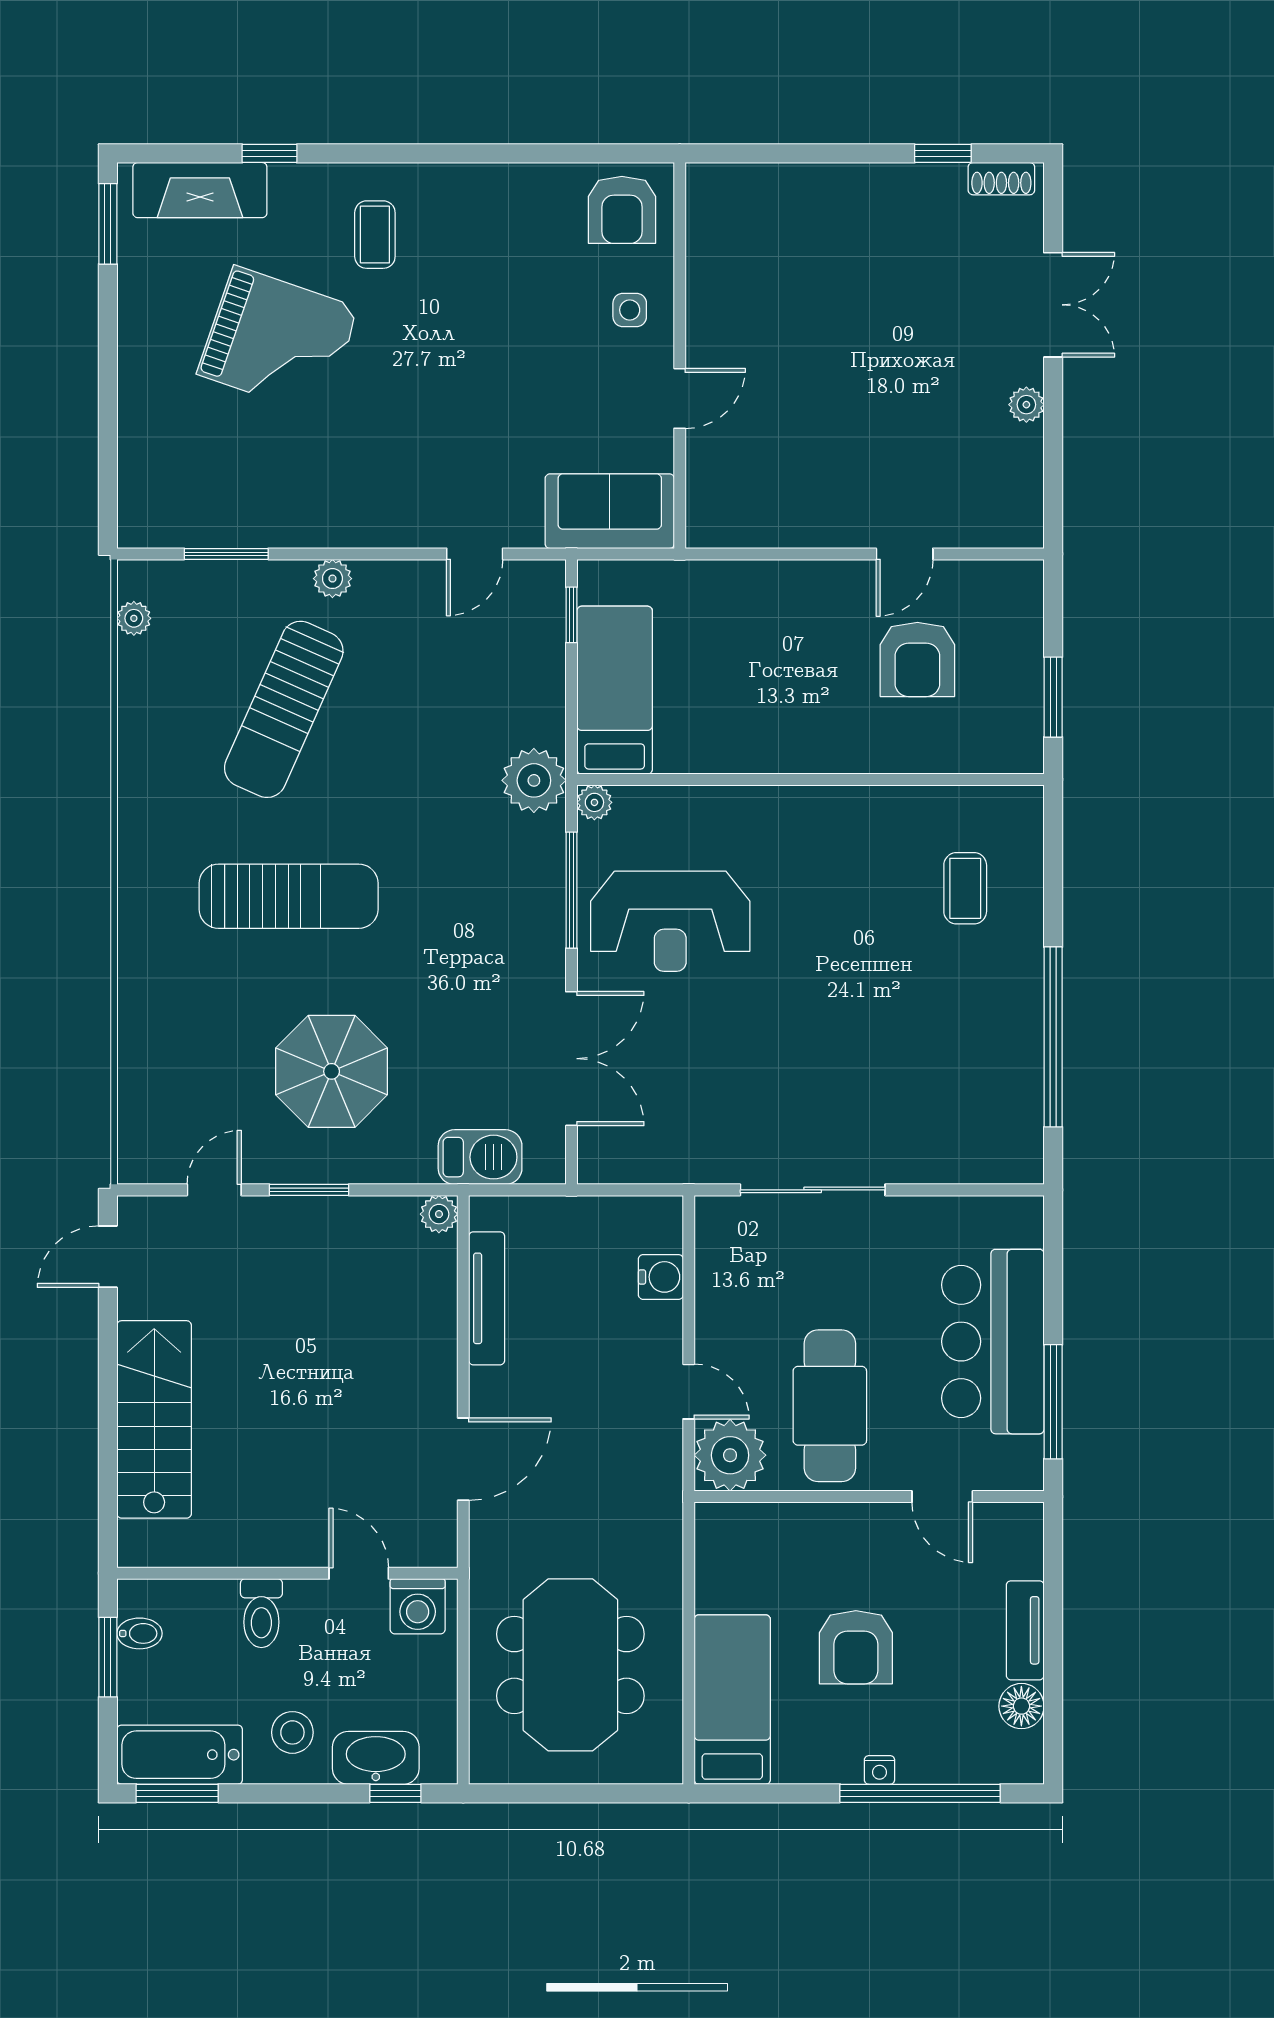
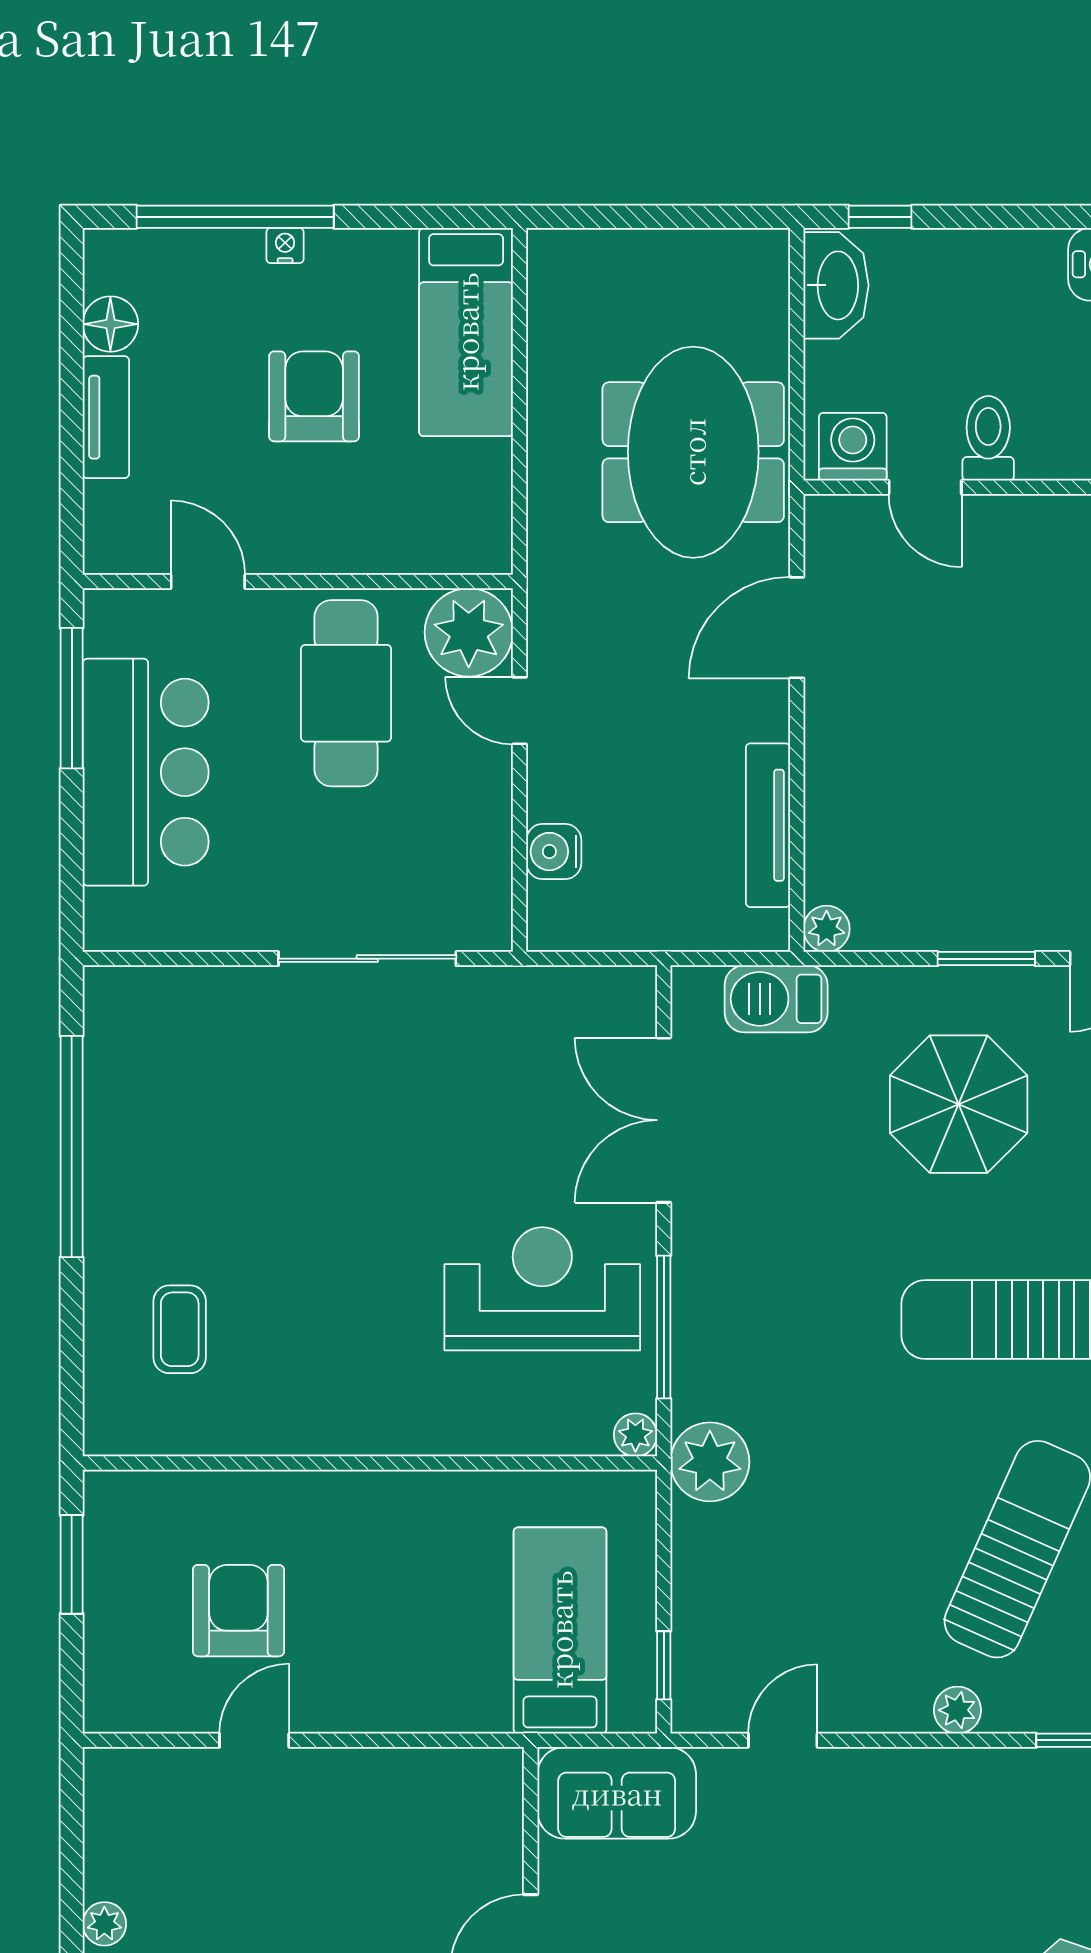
bed: (615, 690) -> (560, 1630), moved, turned 180
toilet: (261, 1613) -> (988, 438), moved
meeting table: (570, 1665) -> (693, 452), moved
stool: (292, 1732) -> (1007, 292), removed
washbasin: (376, 1758) -> (836, 285), moved, turned -90

